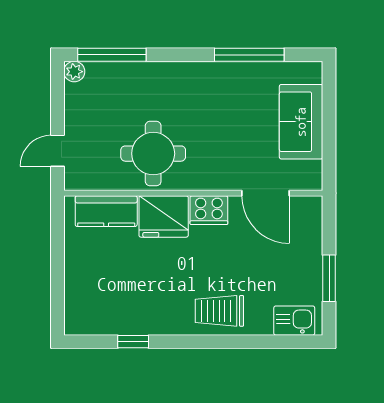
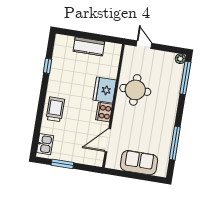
kitchen counter: (106, 211) -> (89, 46), moved, turned -90

